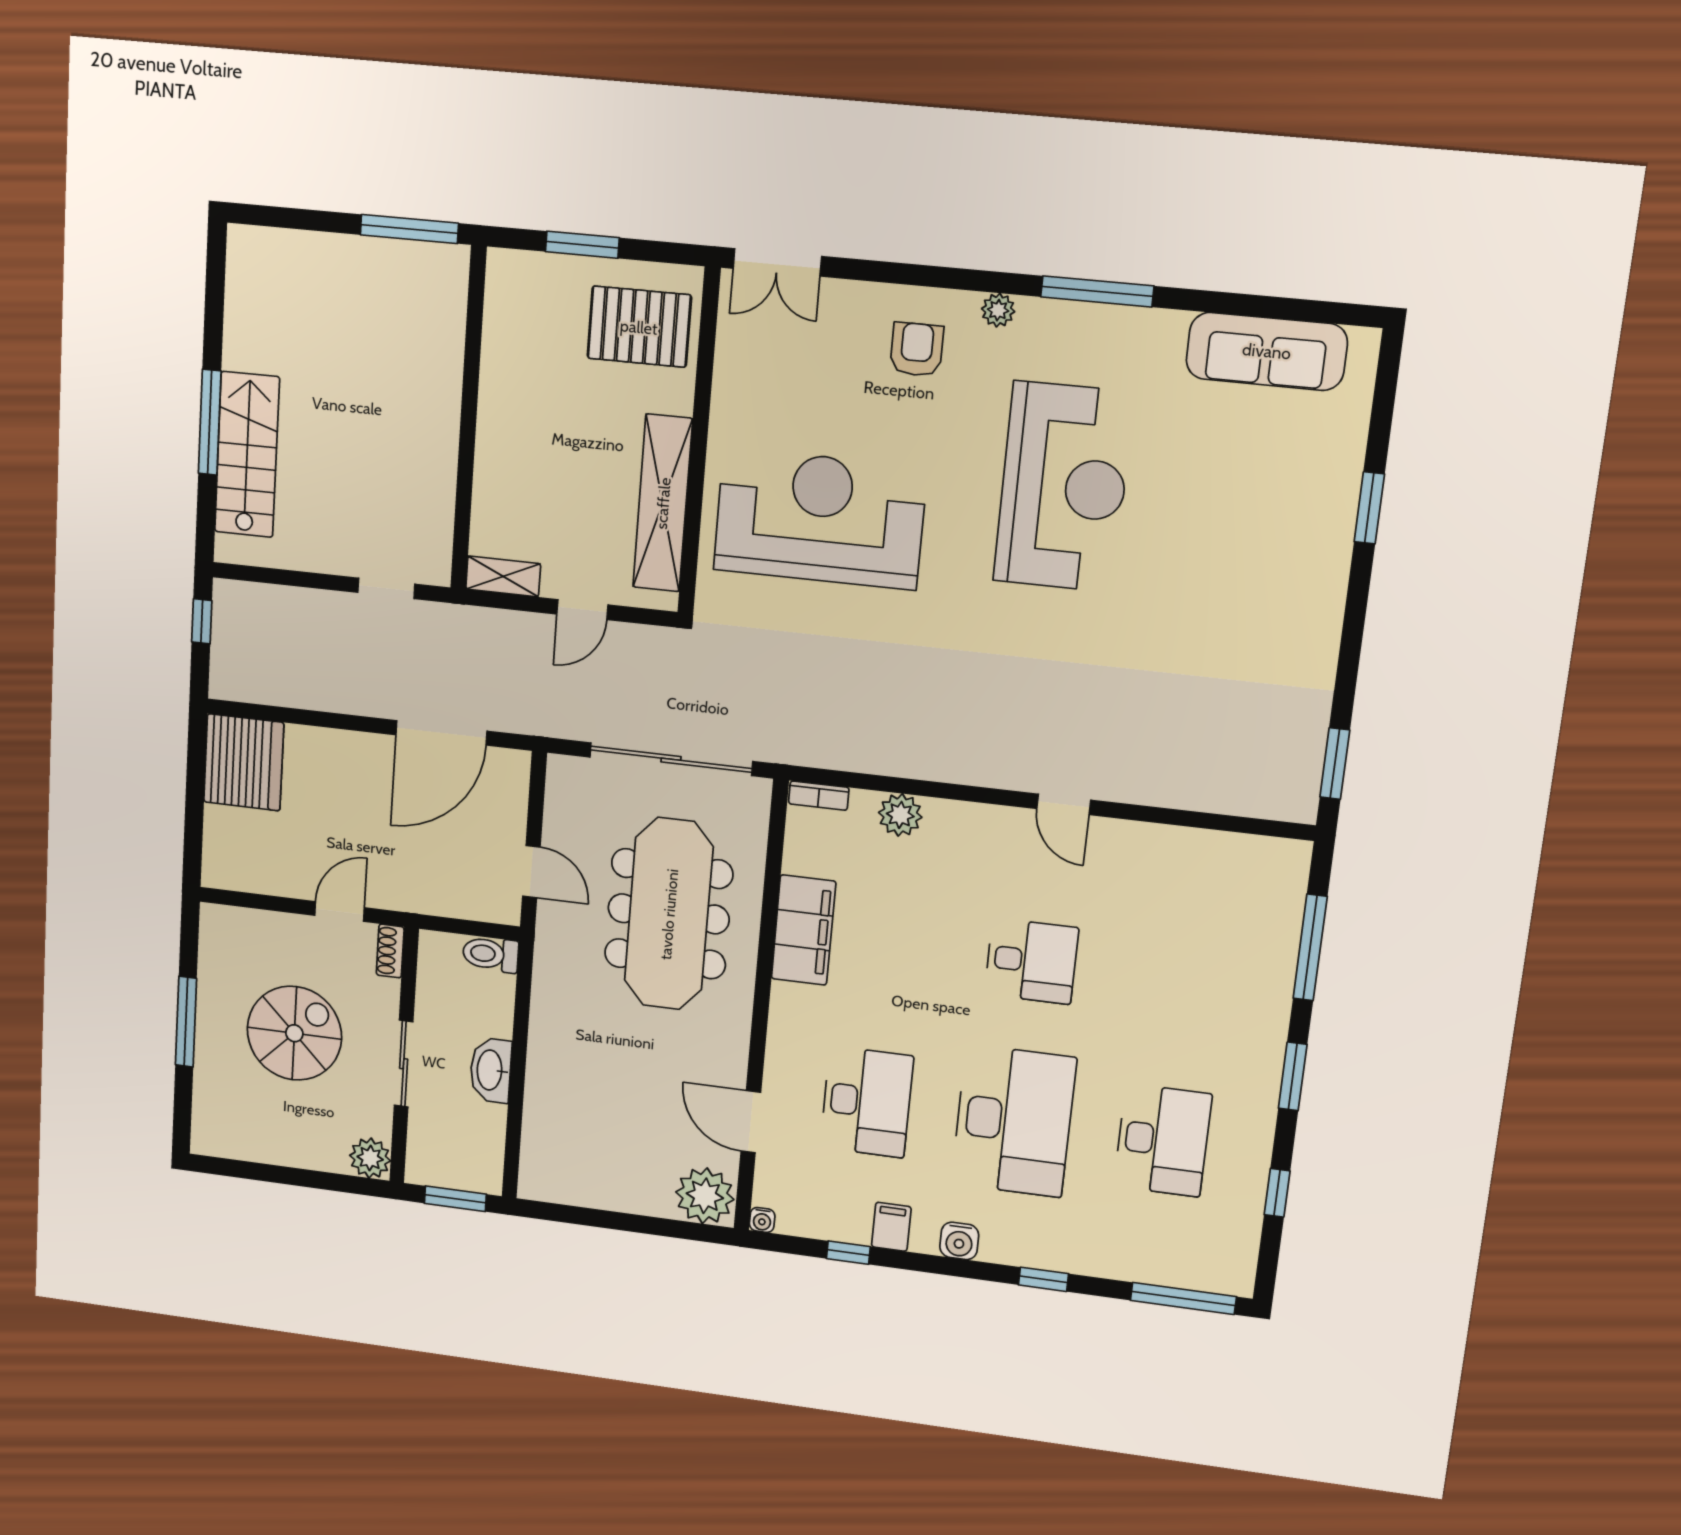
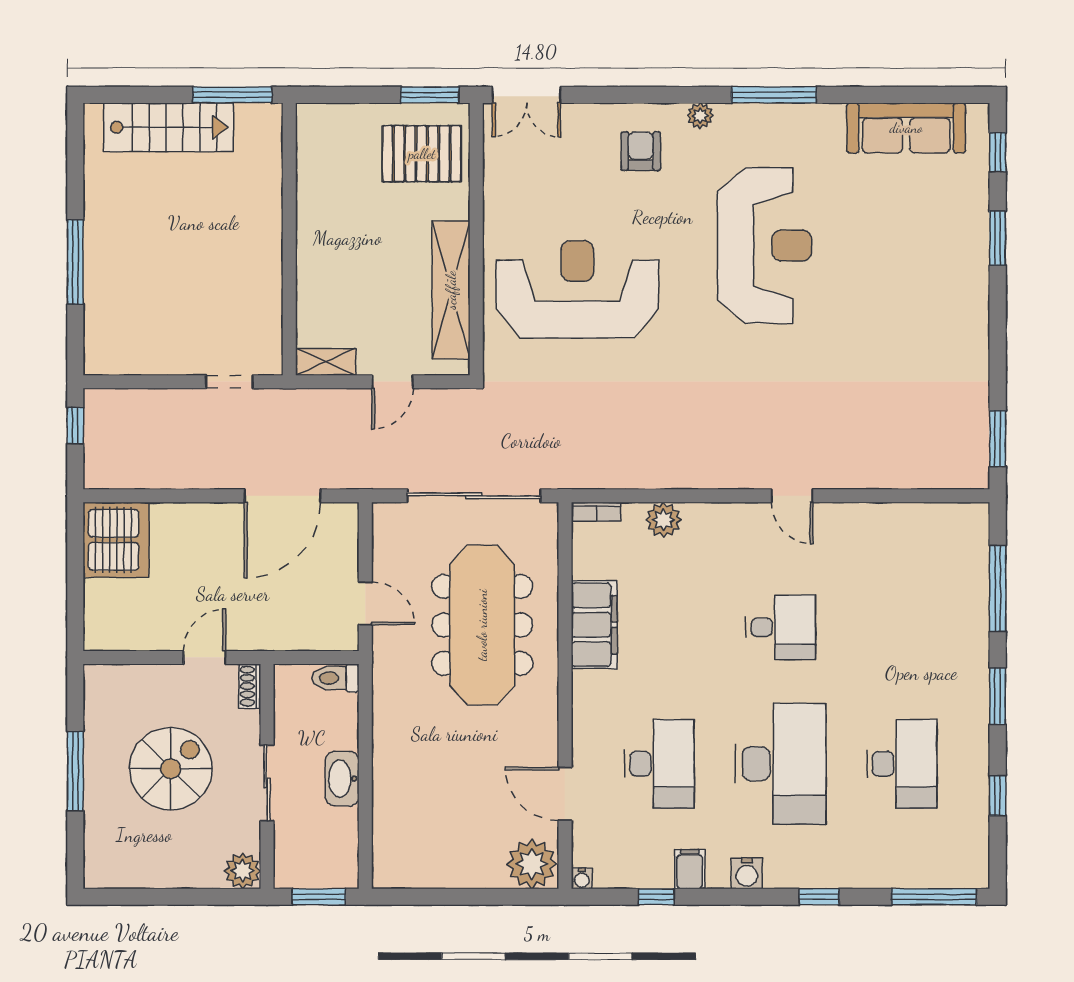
window: (582, 245) -> (430, 95), moved
window: (1384, 395) -> (998, 152), added
stairs: (247, 455) -> (169, 127), moved, turned 90

